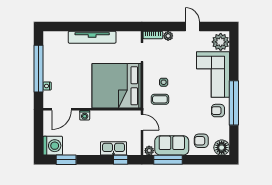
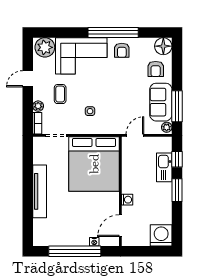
coffee table: (160, 99) -> (60, 94), moved
door: (61, 109) -> (120, 226), swing flipped
window: (66, 160) -> (177, 190), moved

